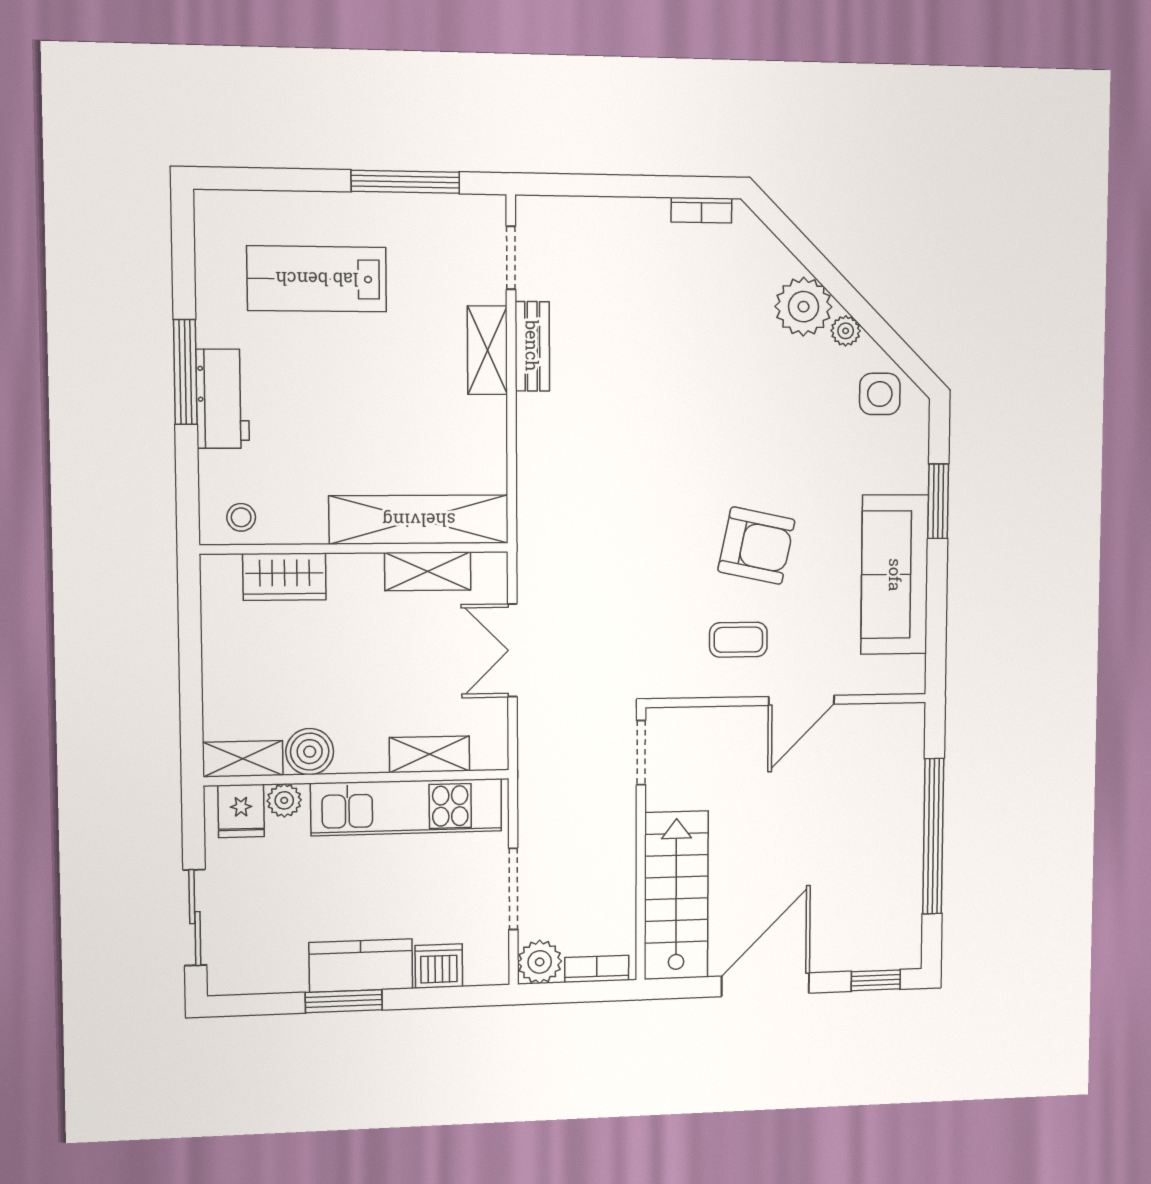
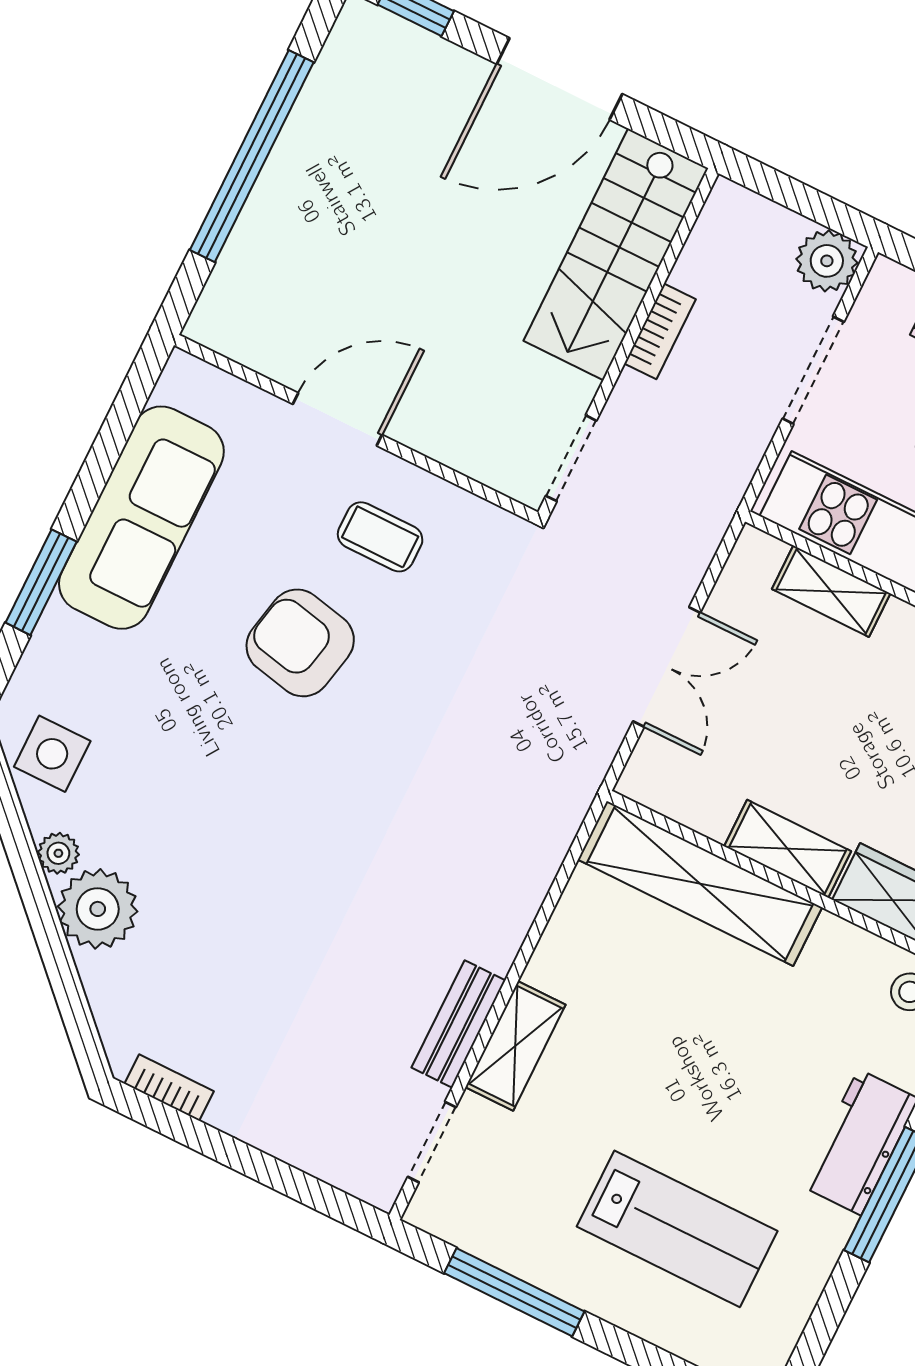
shelving: (428, 571) -> (788, 849), moved
bookcase: (597, 969) -> (660, 331), moved, turned -90

